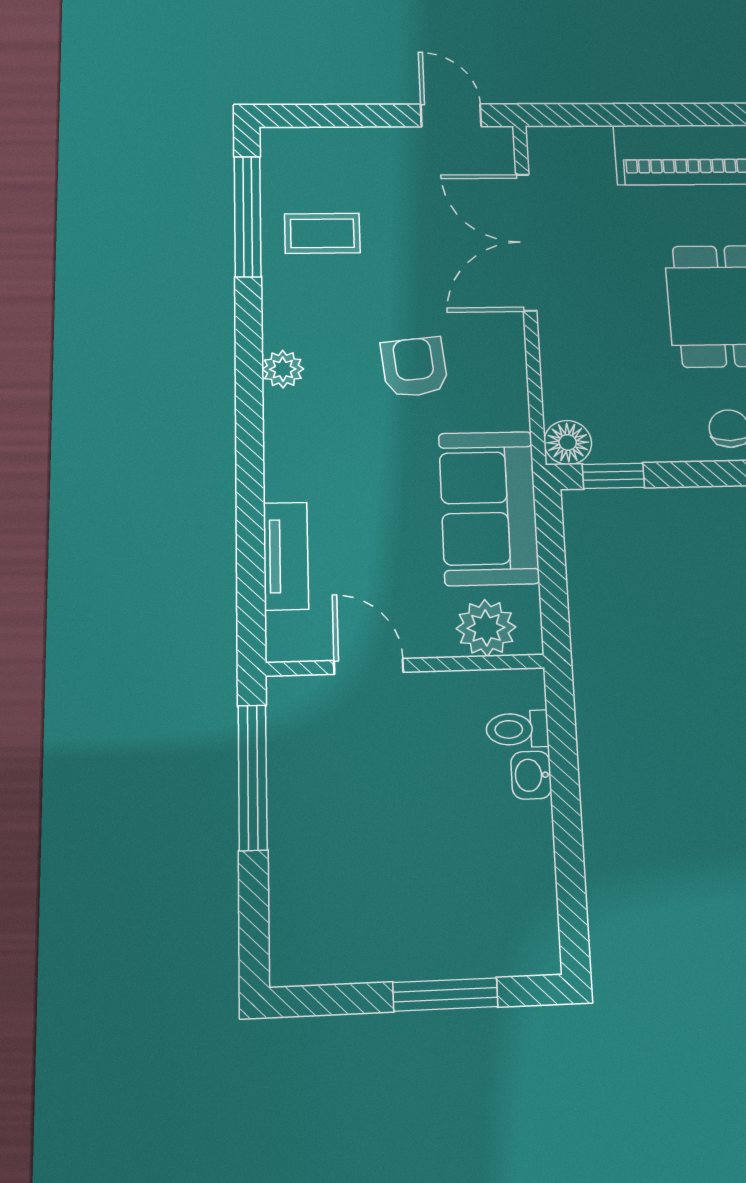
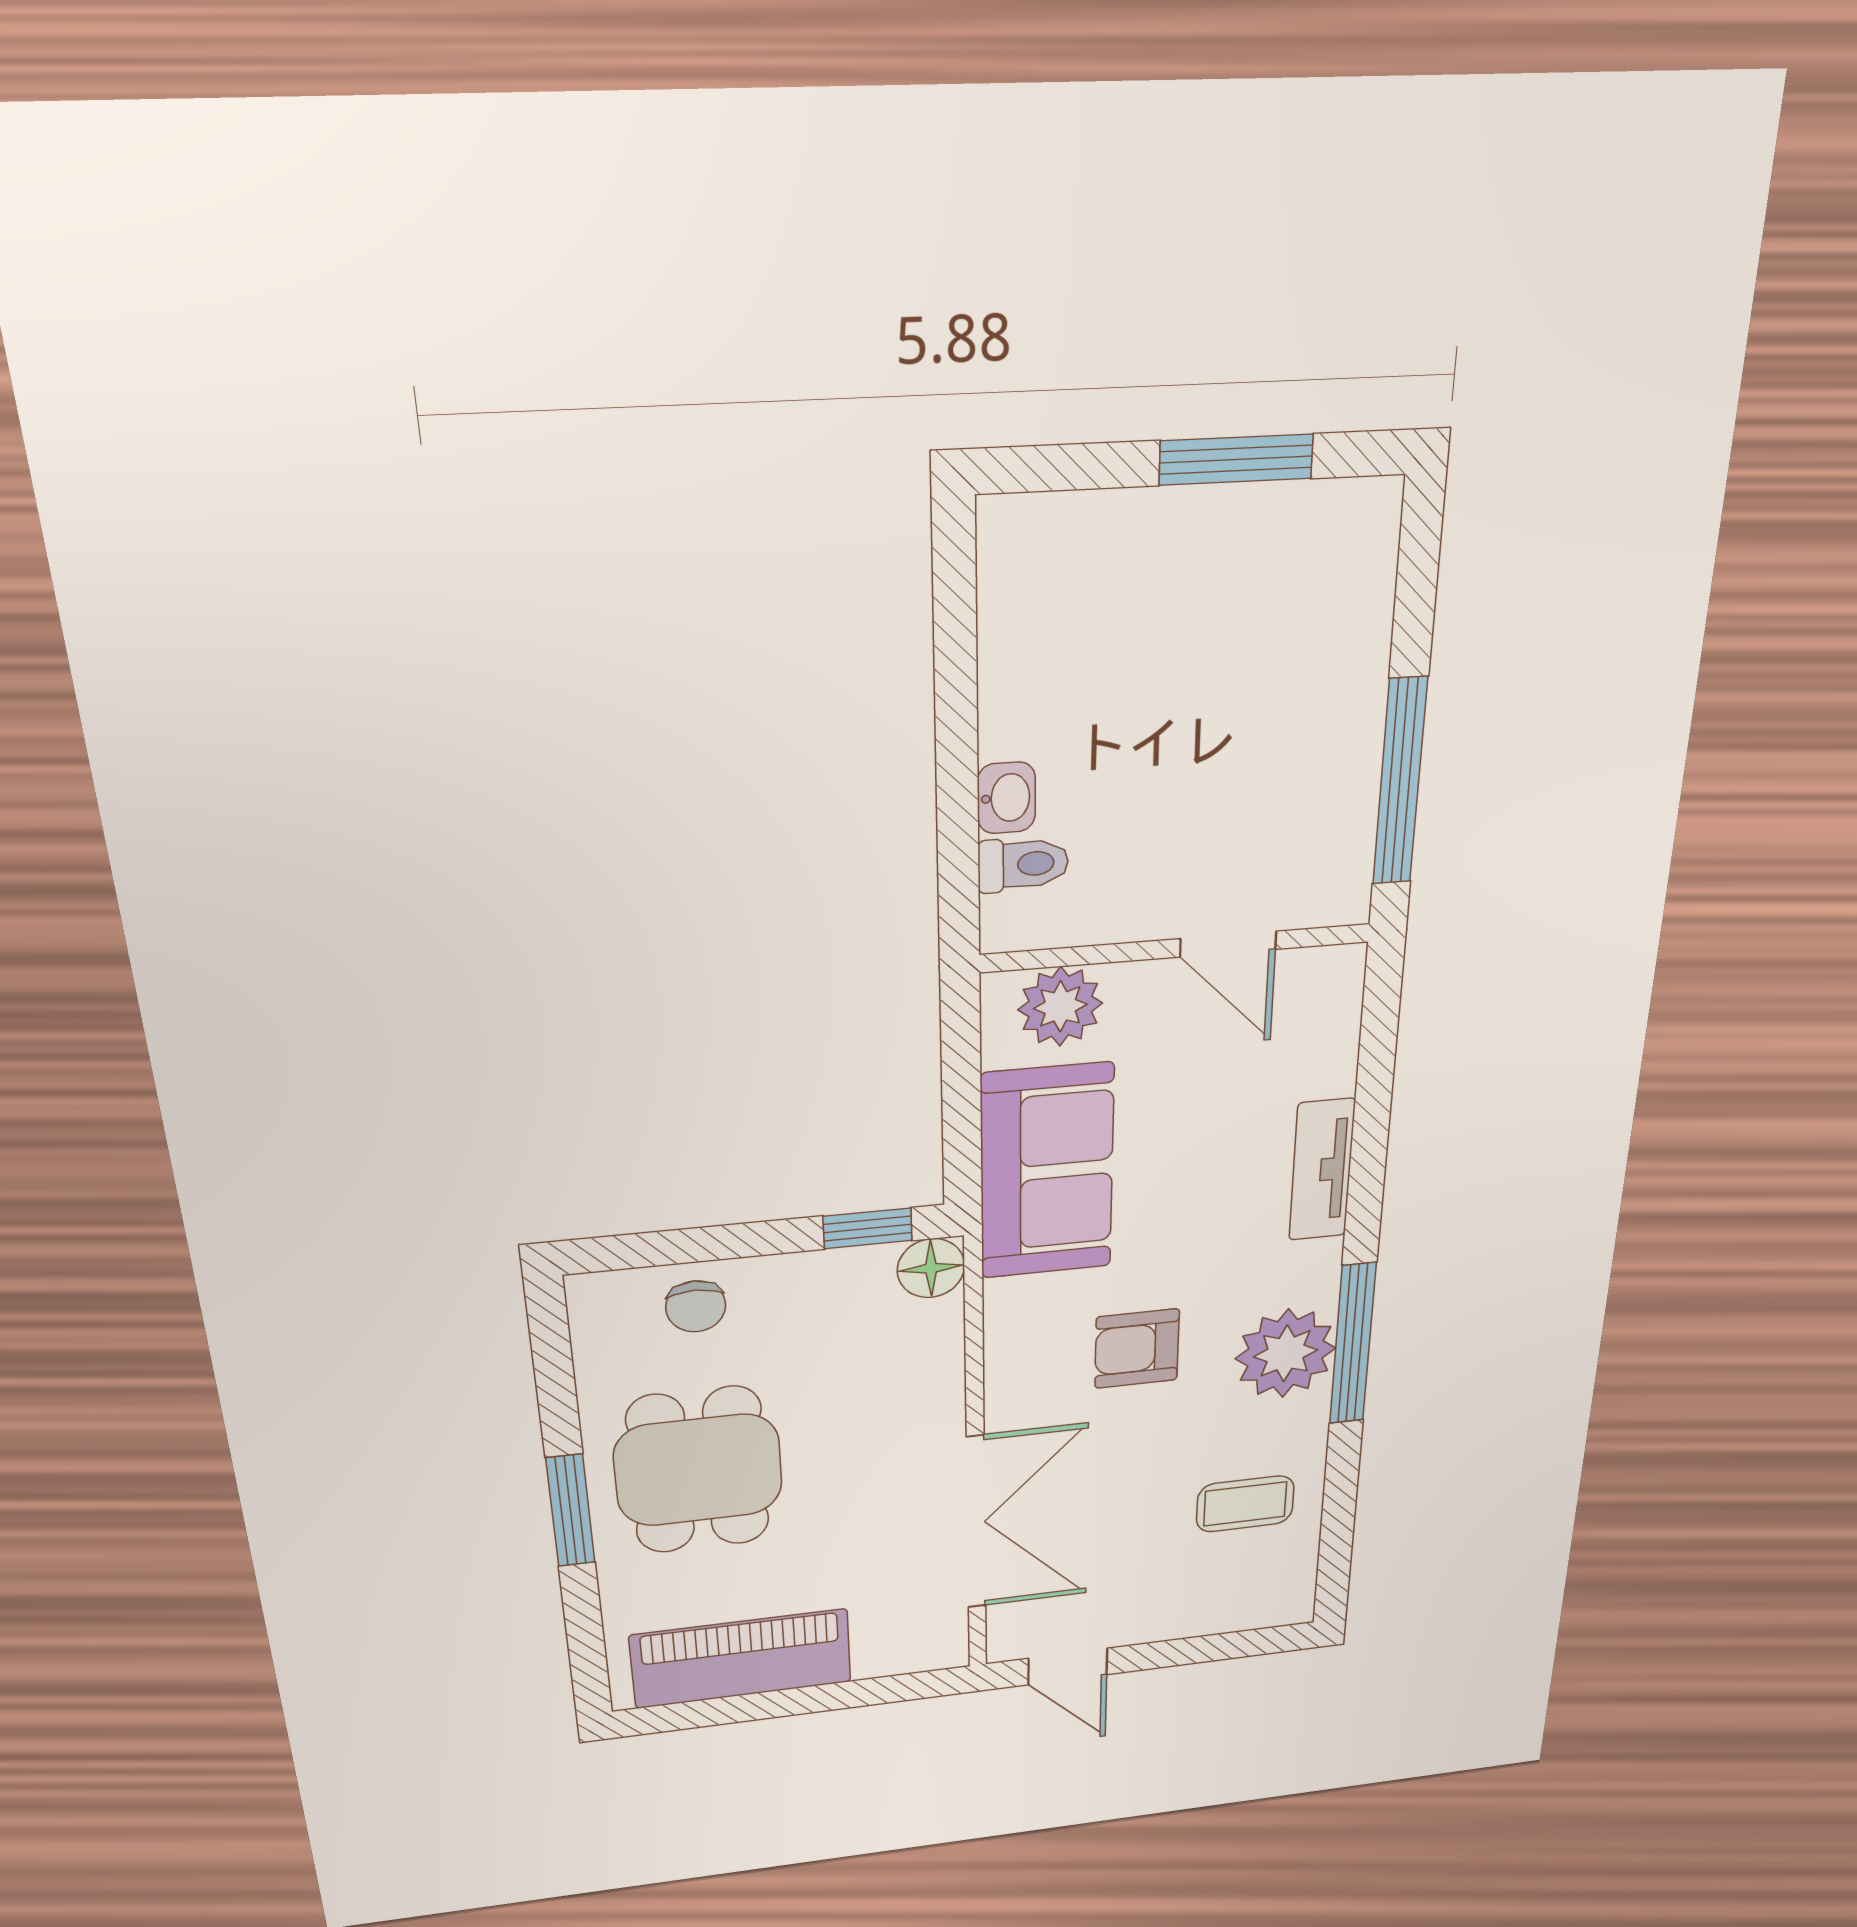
window: (248, 216) -> (1353, 1344), moved
armchair: (414, 367) -> (1137, 1349), turned 96
plant: (283, 369) -> (1285, 1353), width x1.88, depth x1.88
tv unit: (286, 556) -> (1322, 1170), moved
window: (445, 995) -> (1236, 460), moved

